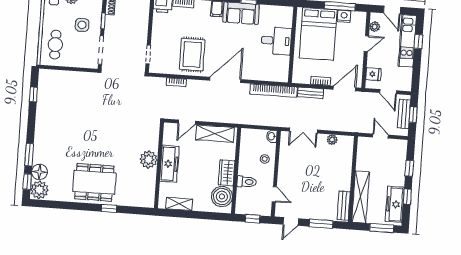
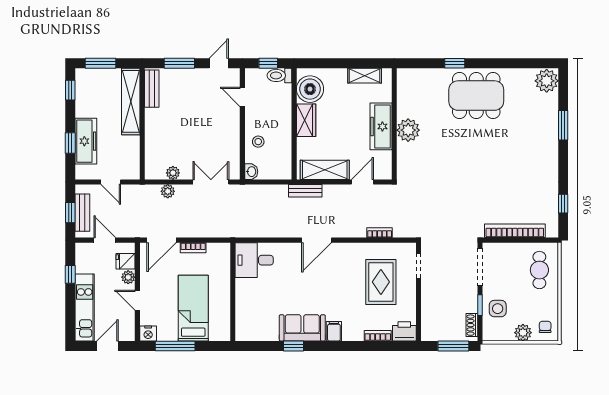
door: (392, 10) -> (107, 346), hinge flipped
nightstand: (344, 16) -> (148, 333), moved
side table: (82, 25) -> (498, 309), moved
plant: (375, 27) -> (128, 277), moved
bed: (318, 34) -> (193, 308), width x0.67
desk: (276, 41) -> (254, 260), moved
window: (418, 42) -> (70, 274), moved
door: (366, 44) -> (137, 300), hinge flipped
rug: (192, 55) -> (381, 282), moved
door: (225, 80) -> (317, 240), width x0.73
bookcase: (274, 91) -> (515, 231), moved
bench: (311, 93) -> (305, 191), moved
plant: (337, 126) -> (168, 191), added
floor lamp: (39, 172) -> (548, 104), removed
window: (27, 182) -> (563, 90), removed
toilet: (247, 182) -> (279, 75), moved
window: (407, 197) -> (70, 90), moved
freezer: (395, 204) -> (86, 141), moved

